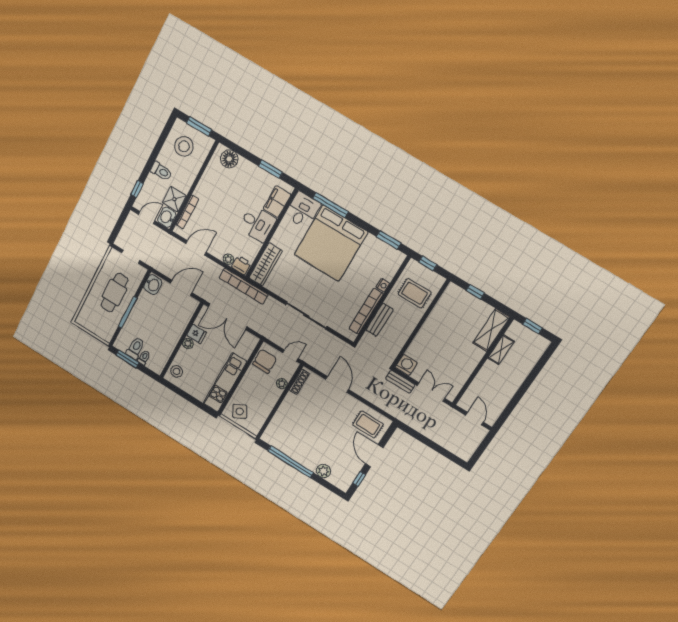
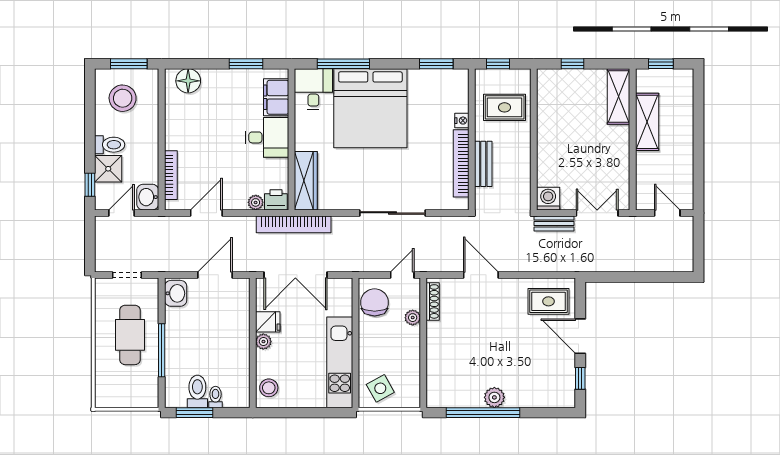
shower: (174, 199) -> (108, 169), moved
shelving: (501, 350) -> (647, 122), width x1.50, depth x1.33
plant: (323, 471) -> (494, 397), moved

